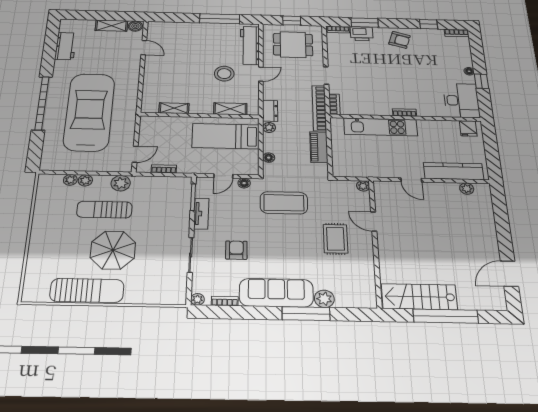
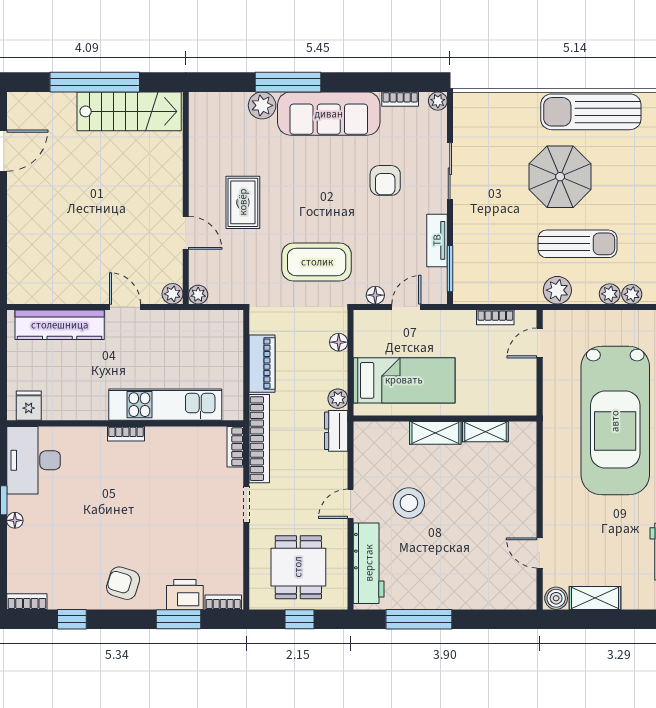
dining table: (293, 45) -> (298, 567), turned 90
shelving: (230, 109) -> (435, 433), moved
plant: (467, 189) -> (172, 294), moved

